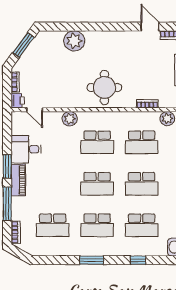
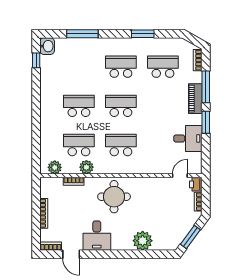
desk: (123, 46) -> (97, 236), added
door: (35, 110) -> (180, 176), hinge flipped
plant: (70, 119) -> (86, 167), moved
piano: (18, 180) -> (195, 99), moved
school desk: (142, 225) -> (79, 67), removed
window: (92, 260) -> (143, 34), moved
window: (138, 260) -> (82, 34), width x2.17

